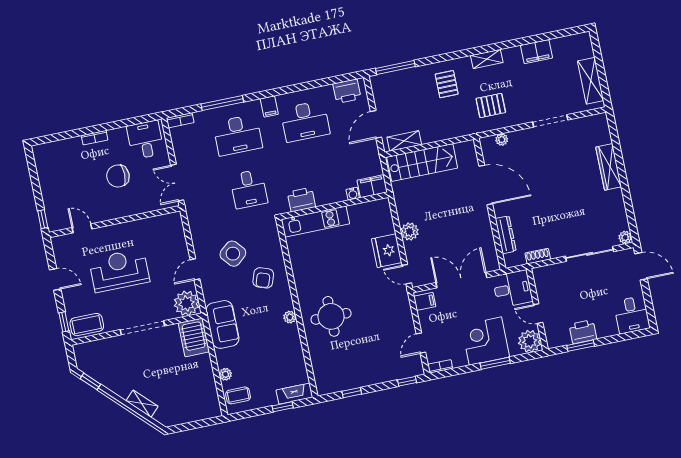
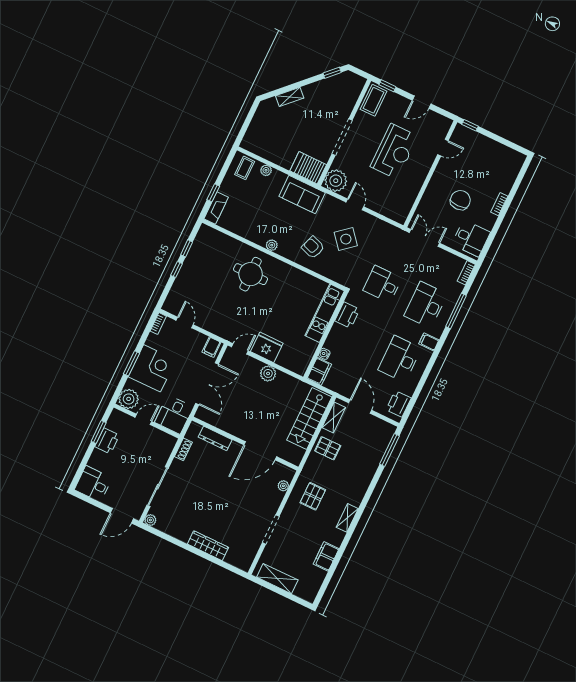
pallet: (447, 84) -> (328, 448), moved
window: (407, 381) -> (176, 270), moved

